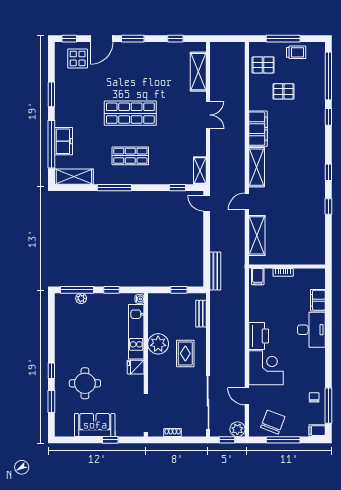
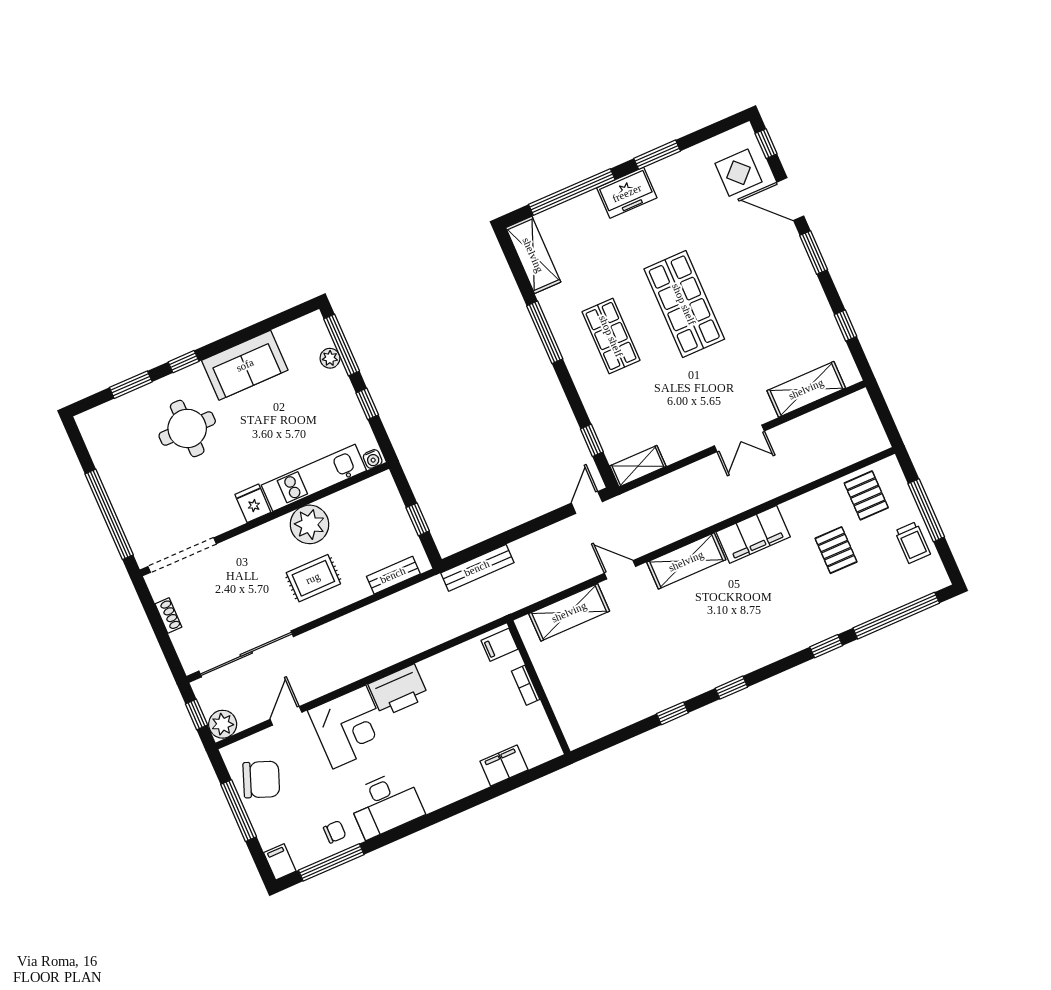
freezer: (64, 141) -> (627, 193), moved
desk: (311, 330) -> (385, 804), moved
sofa: (95, 425) -> (245, 365), moved, turned 90
window: (110, 440) -> (109, 514), width x3.17

